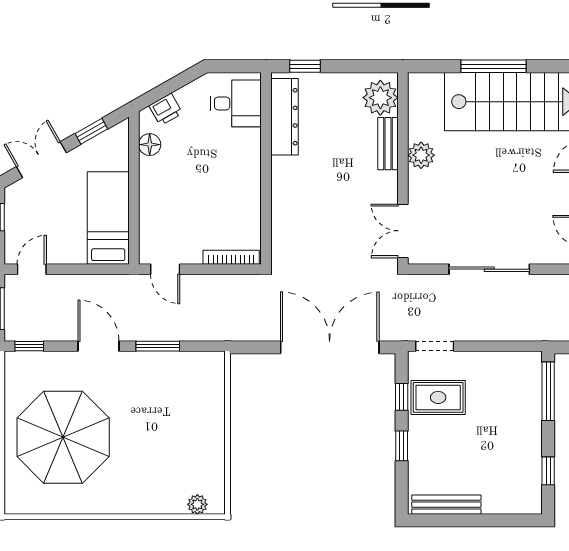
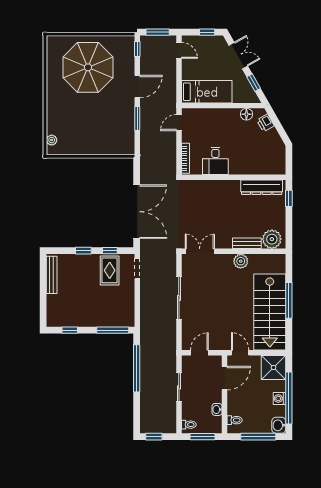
desk: (236, 103) -> (215, 161), moved

